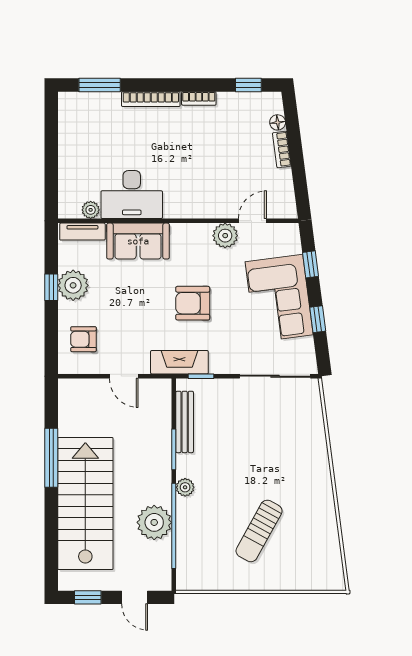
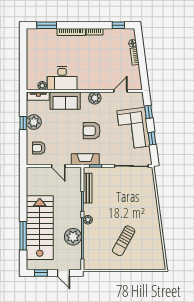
plant: (225, 236) -> (95, 98), moved
window: (51, 458) -> (23, 236), moved

